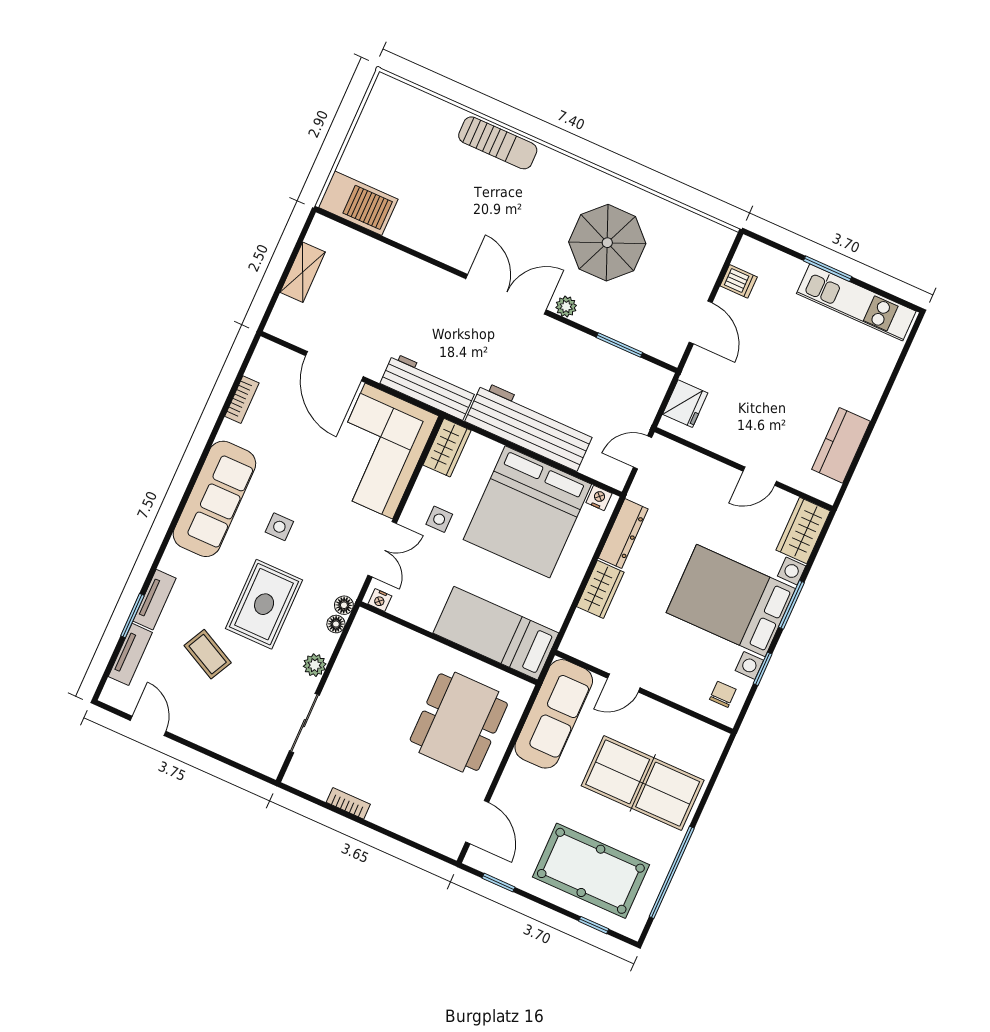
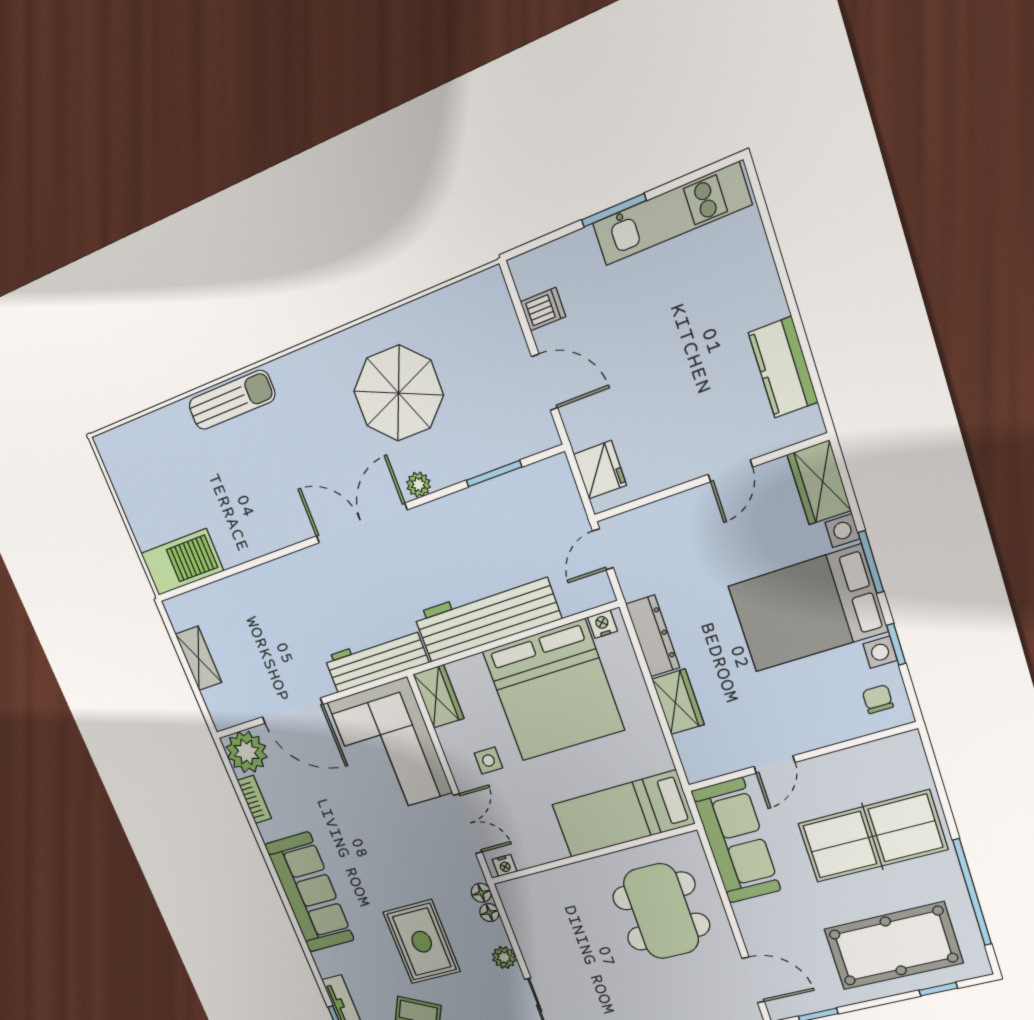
plant: (271, 363) -> (247, 752), added
side table: (279, 527) -> (375, 873), removed

